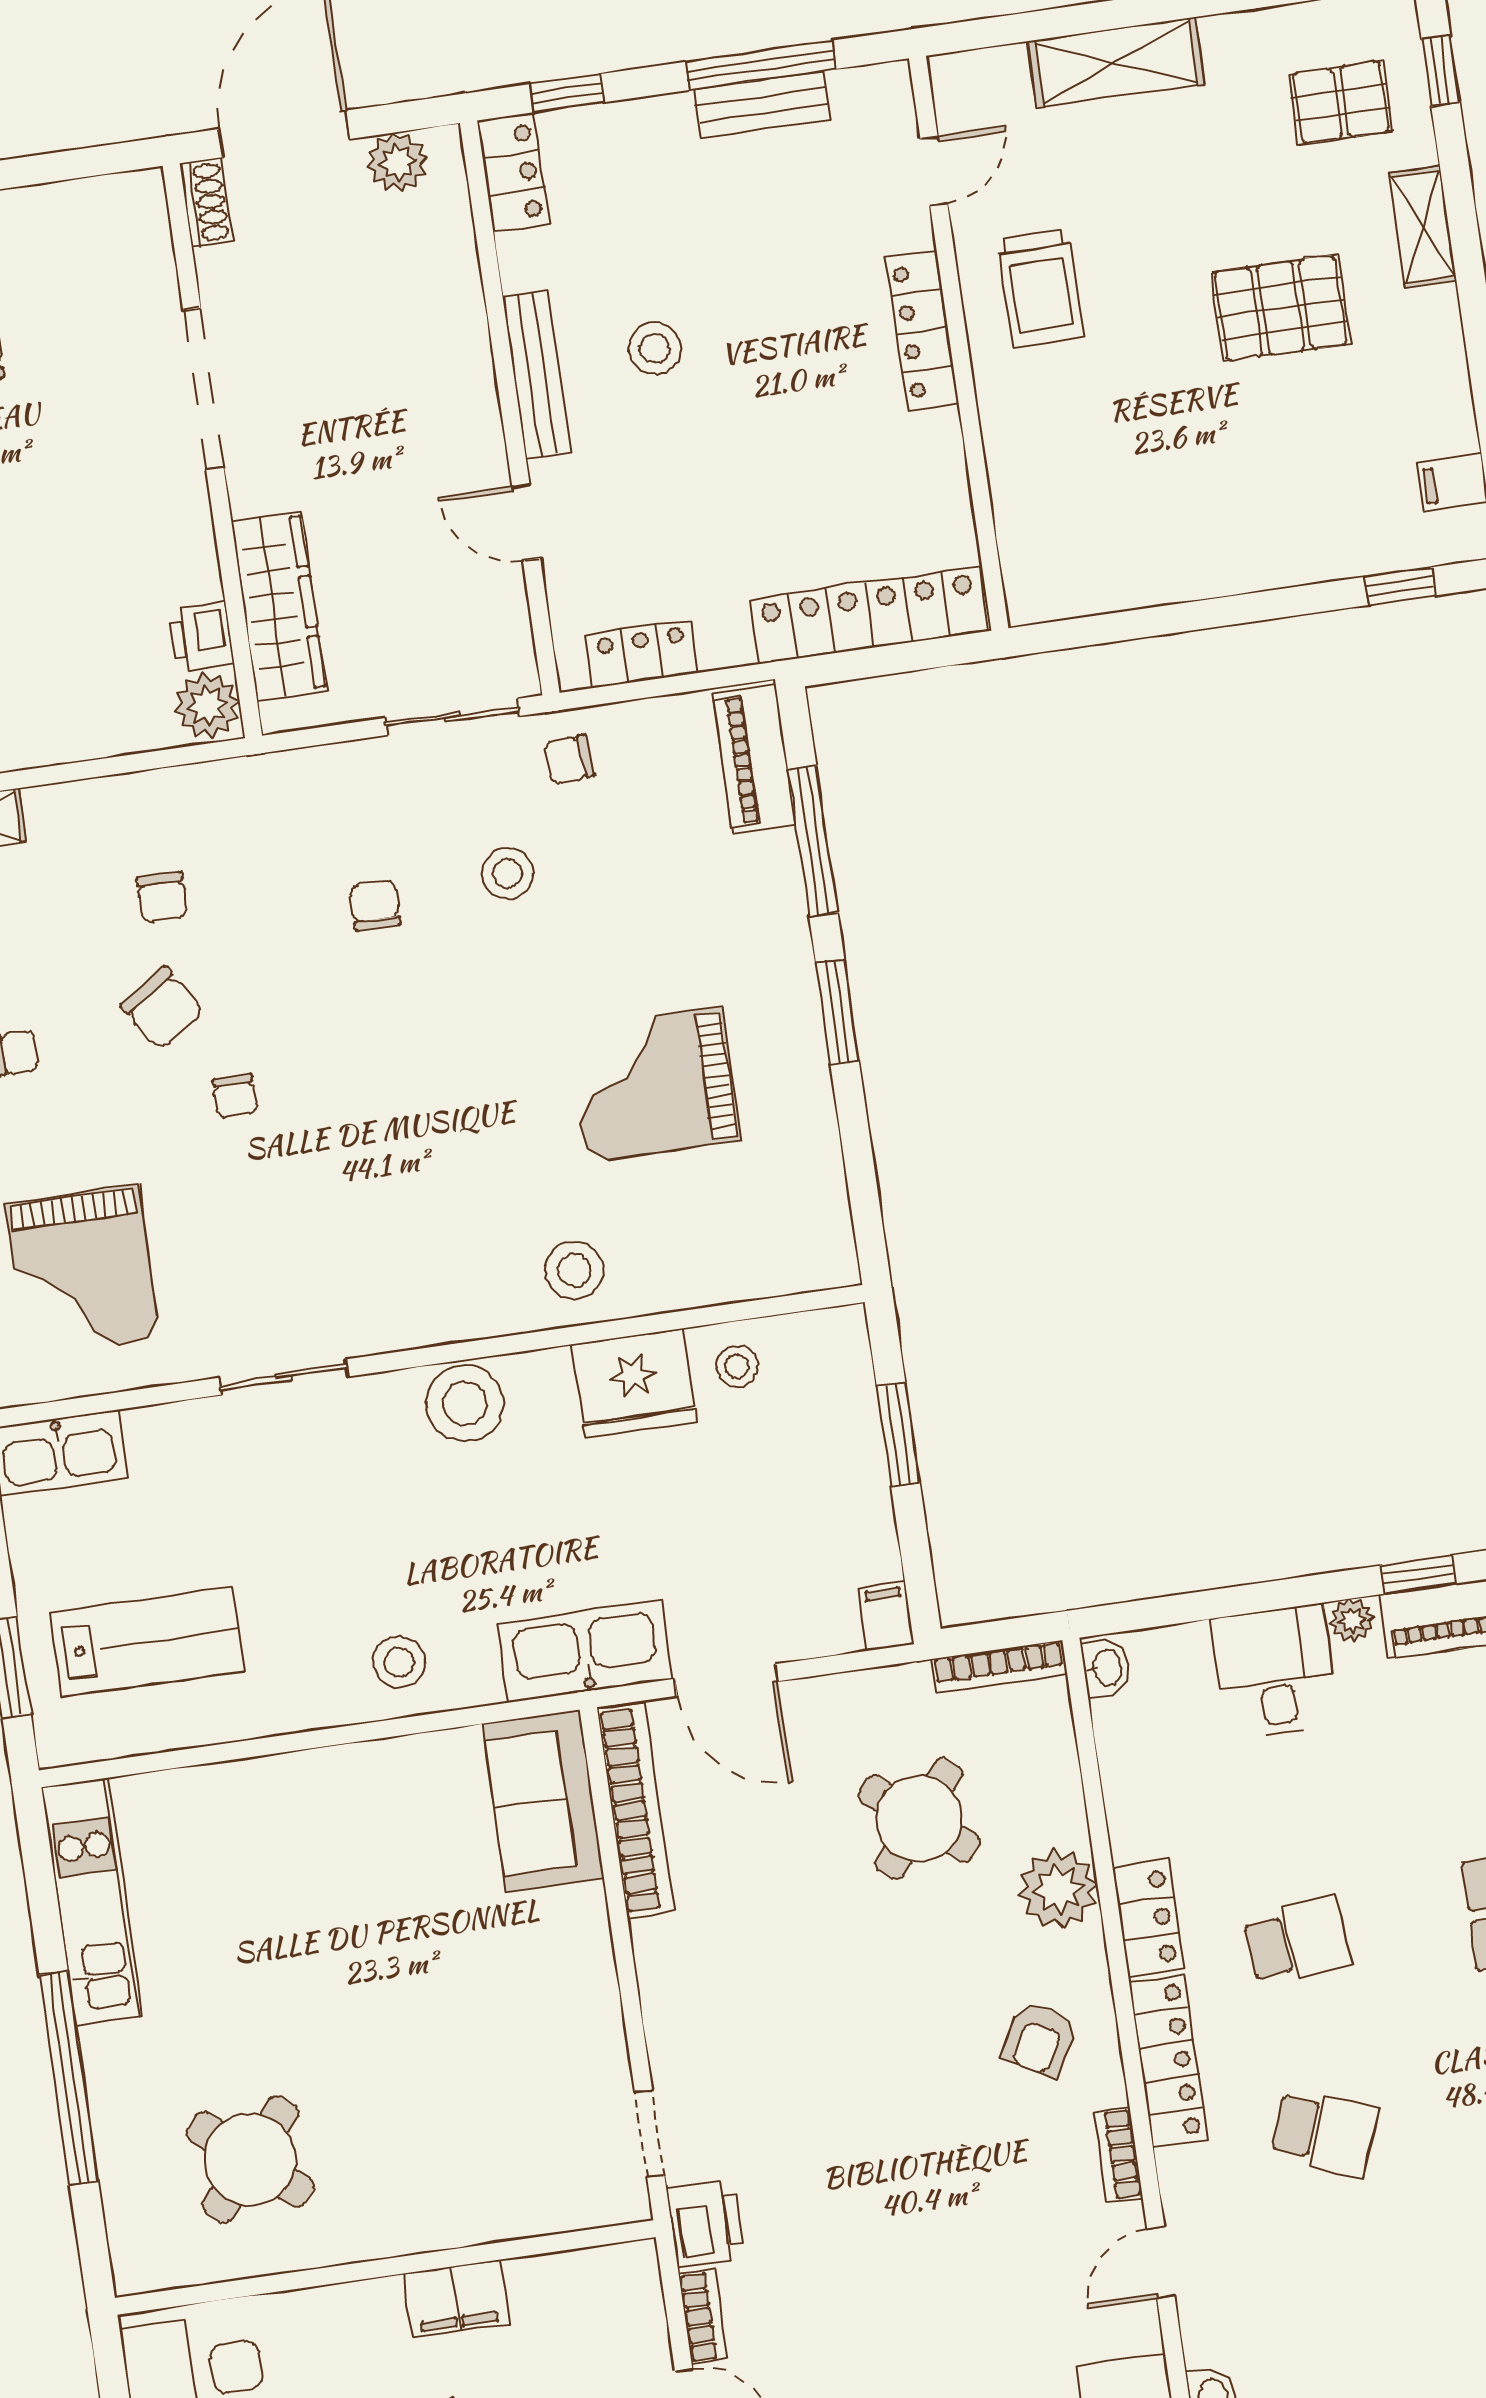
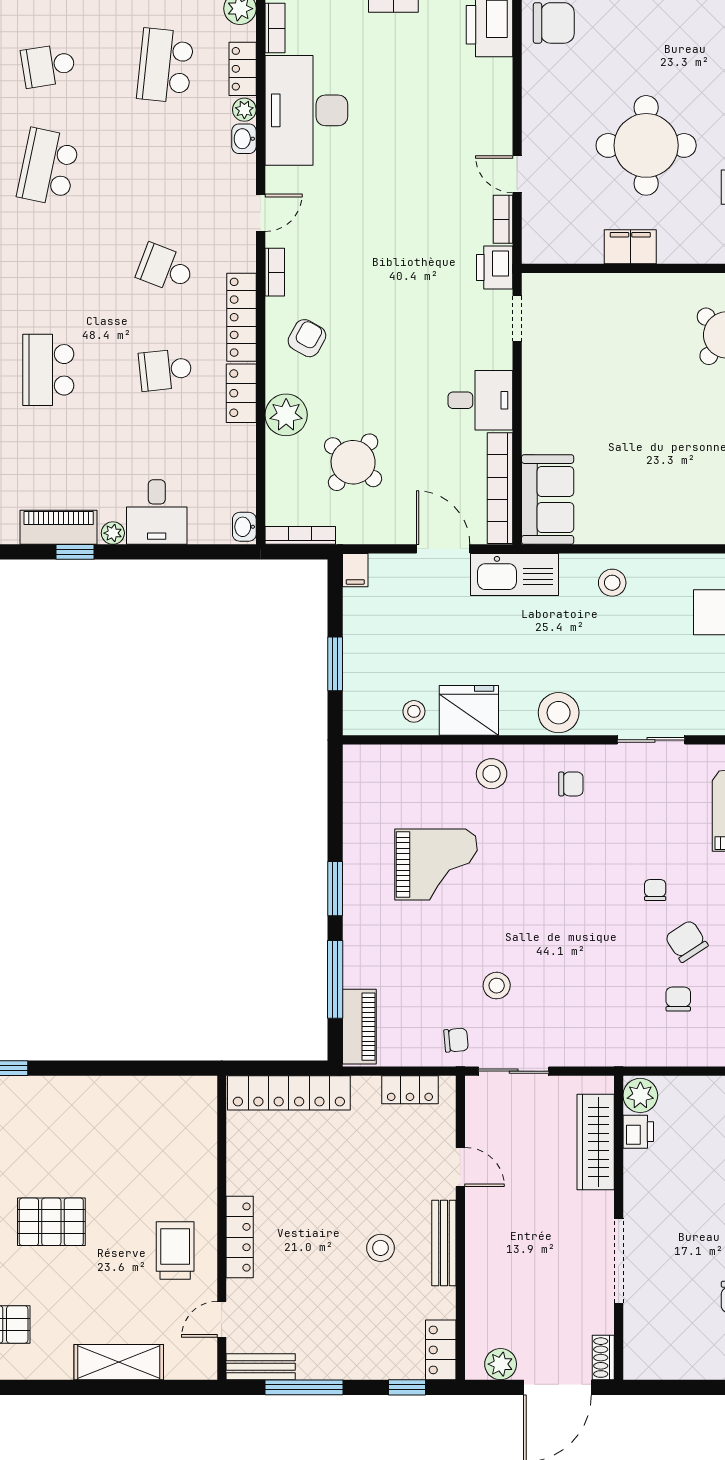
bench: (762, 105) -> (261, 1367), moved
chair: (375, 905) -> (571, 784), moved, turned -90
desk: (696, 1970) -> (480, 400), added

